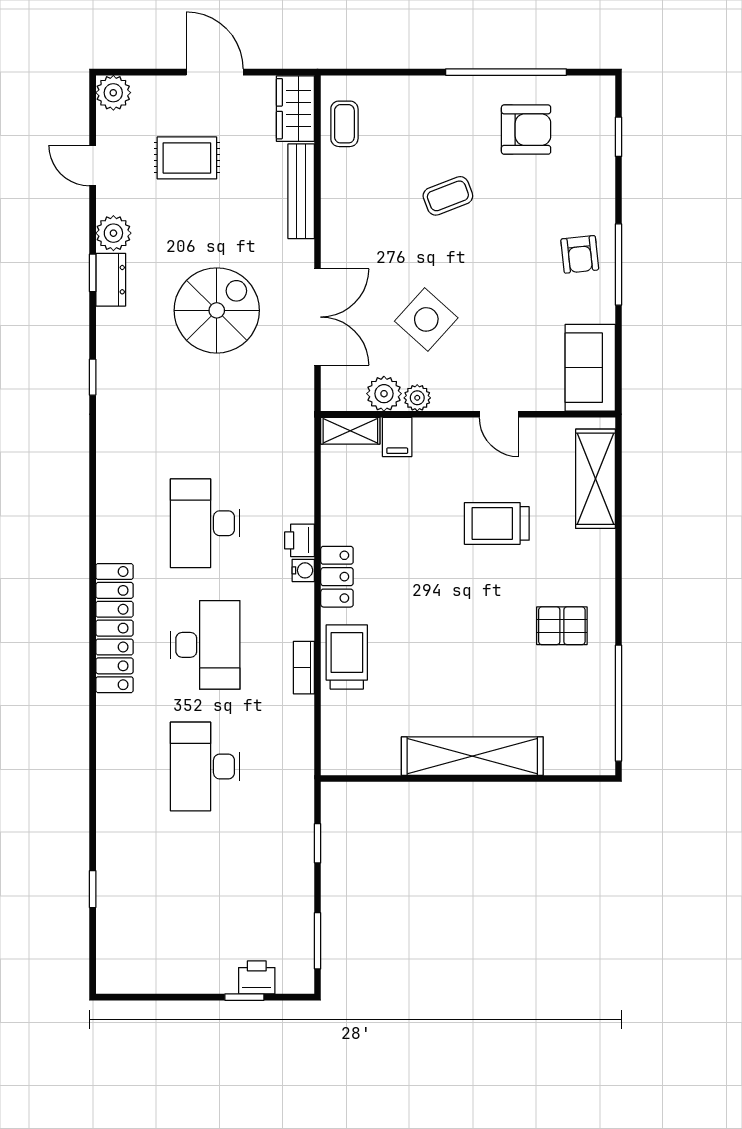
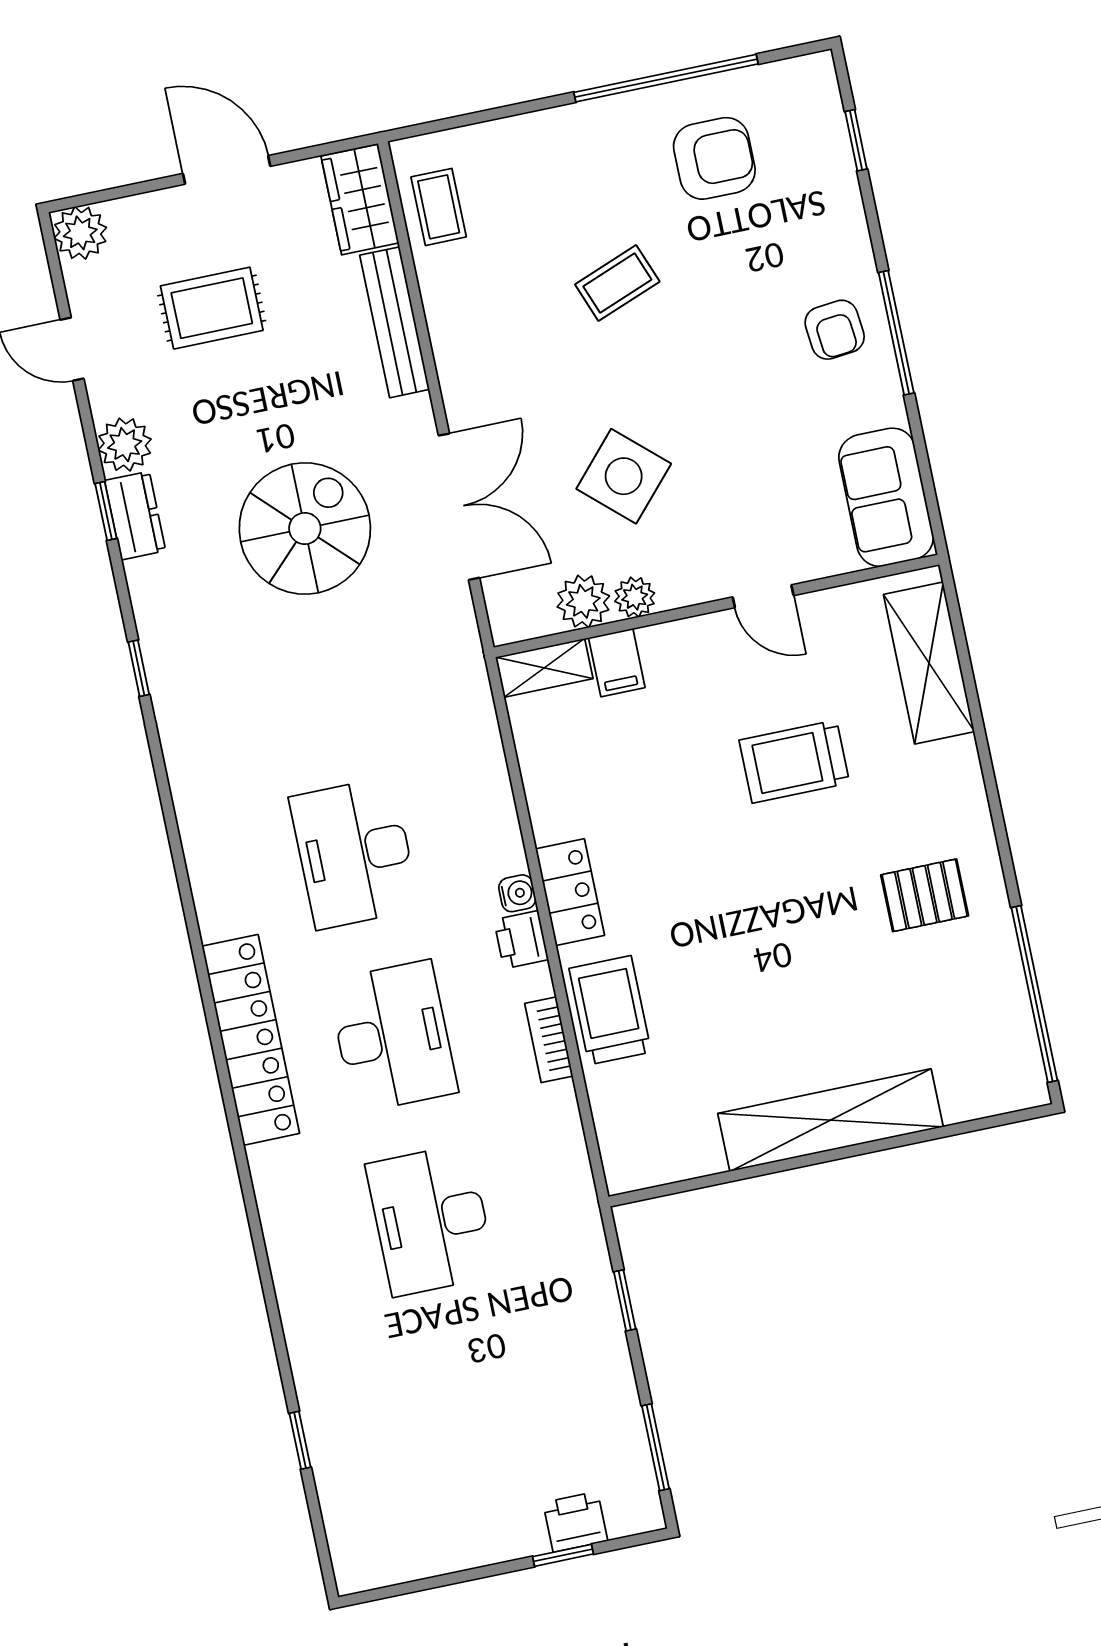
printer: (300, 540) -> (521, 940), moved

